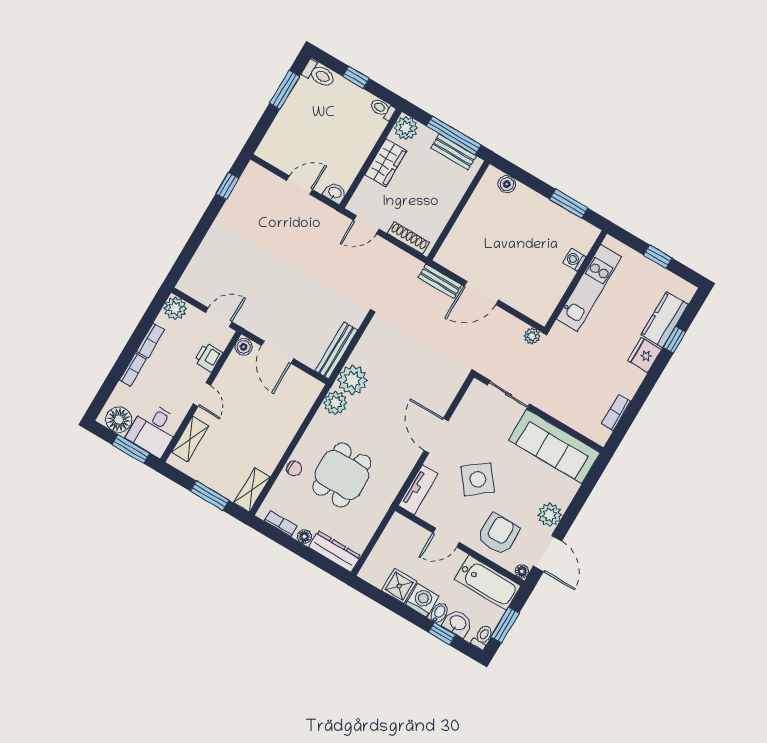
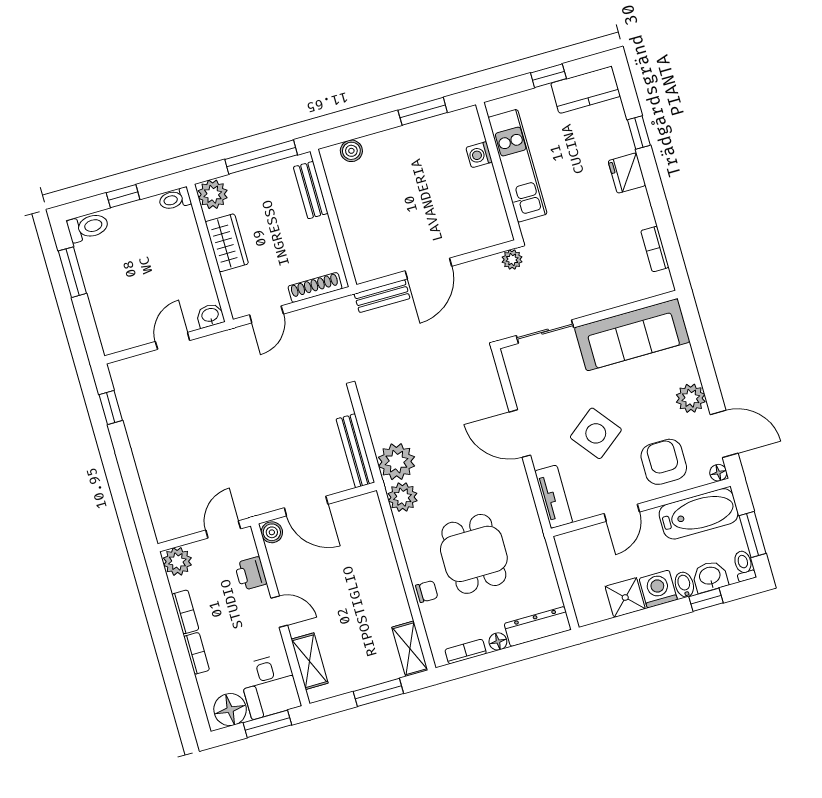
bench: (453, 152) -> (311, 190), moved, turned 90
kitchen counter: (665, 320) -> (586, 90), moved, turned -90

